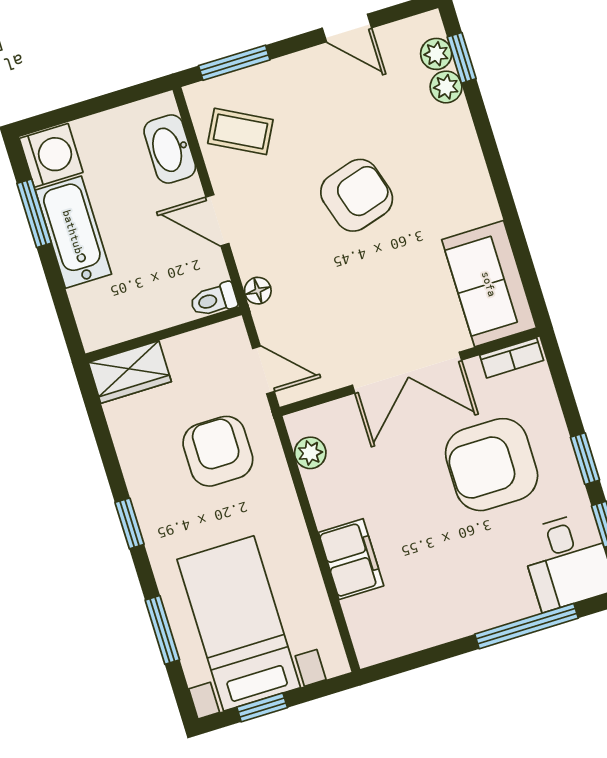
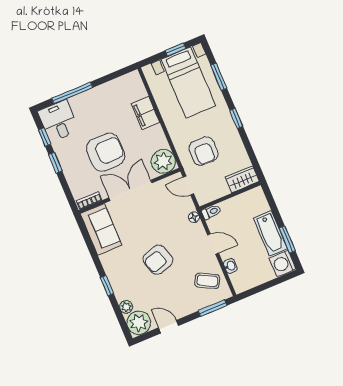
plant: (436, 54) -> (139, 323), width x1.88, depth x1.88
window: (462, 58) -> (107, 286), moved
washbasin: (170, 149) -> (230, 266), width x0.52, depth x0.69
plant: (310, 453) -> (163, 161), width x1.88, depth x1.88
armchair: (492, 465) -> (106, 152), moved

